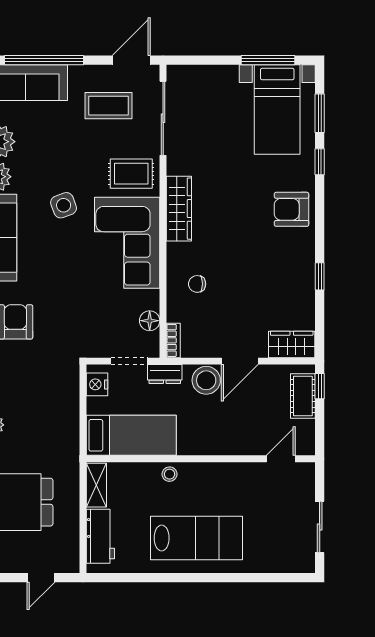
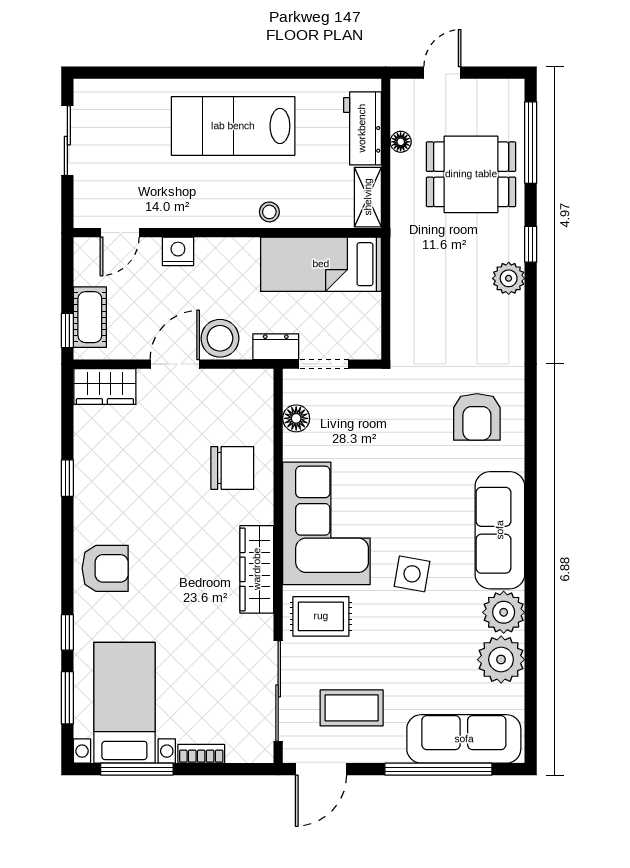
side table: (64, 205) -> (412, 574), turned 30
chair: (197, 284) -> (232, 468), width x1.87, depth x1.87
bookcase: (173, 340) -> (201, 754), moved, turned 90
nightstand: (97, 384) -> (178, 251), moved, turned -90
floor lamp: (72, 526) -> (401, 142), added

